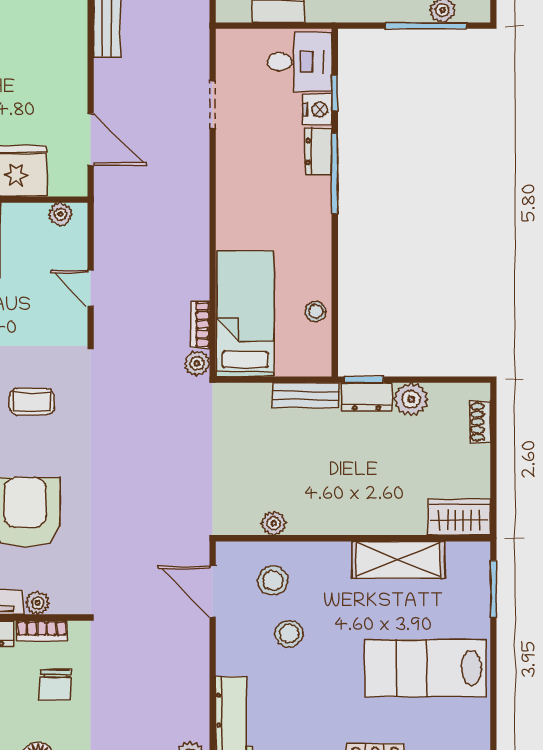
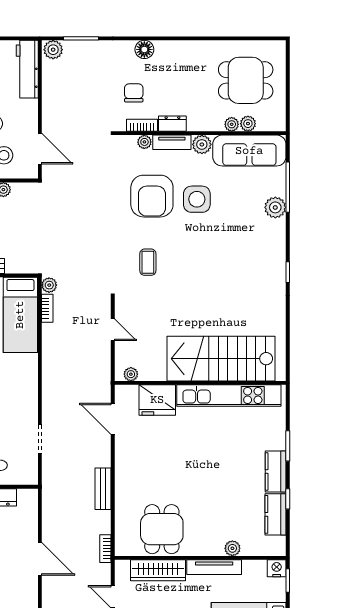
coffee table: (32, 402) -> (148, 262), turned 90

